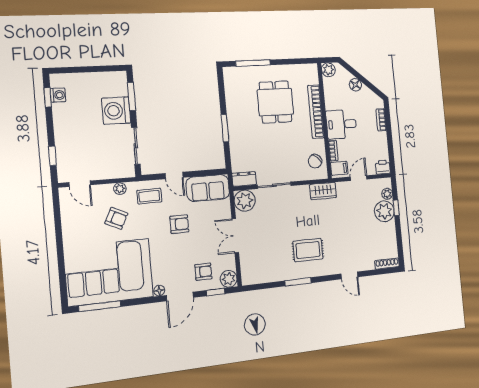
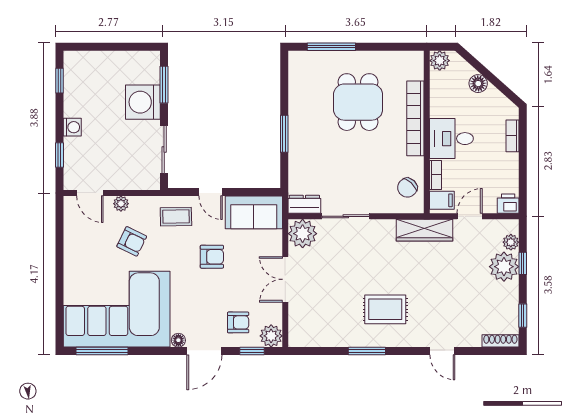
washing machine: (58, 95) -> (72, 127), moved
plant: (120, 189) -> (121, 204), moved
wardrobe: (323, 191) -> (424, 230), width x1.50
window: (400, 244) -> (523, 316), added

